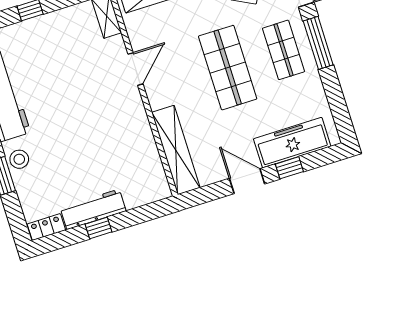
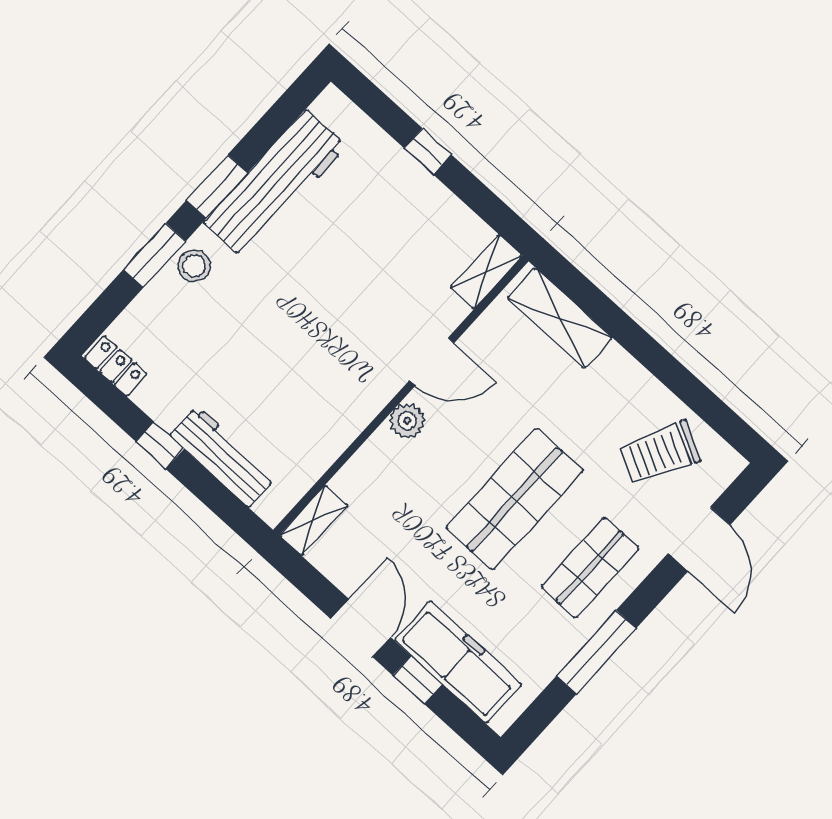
window: (318, 43) -> (597, 652), moved
plant: (158, 98) -> (407, 421), added
shelving: (176, 150) -> (314, 520), width x0.45, depth x0.75
workbench: (93, 209) -> (223, 457), moved

